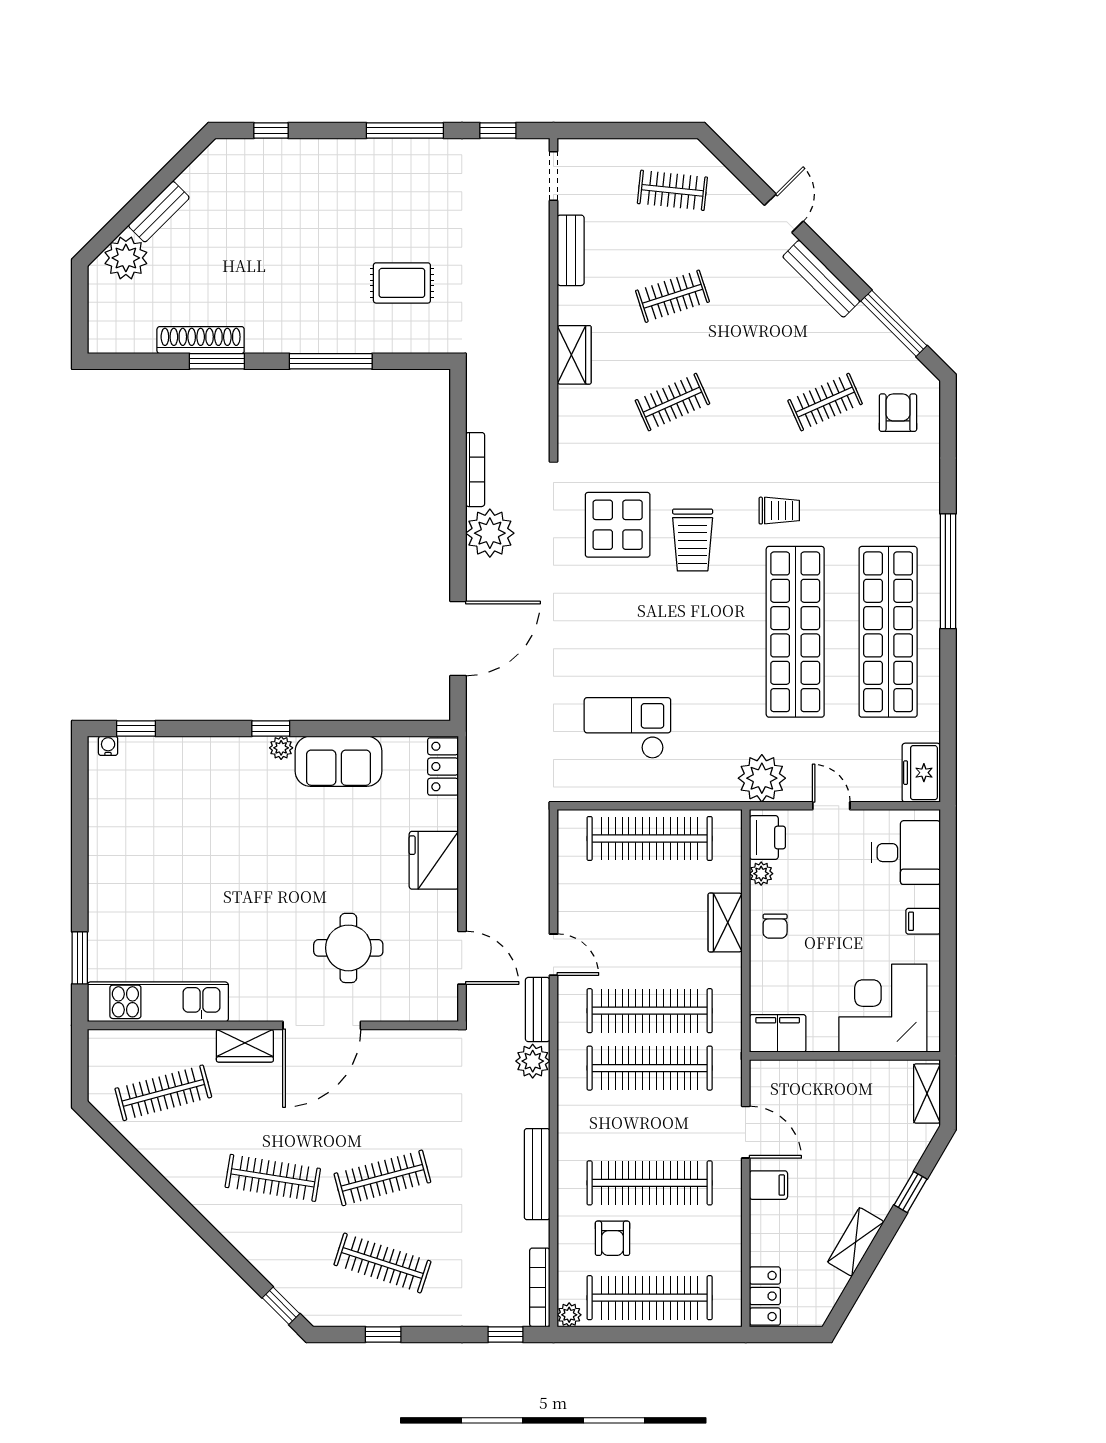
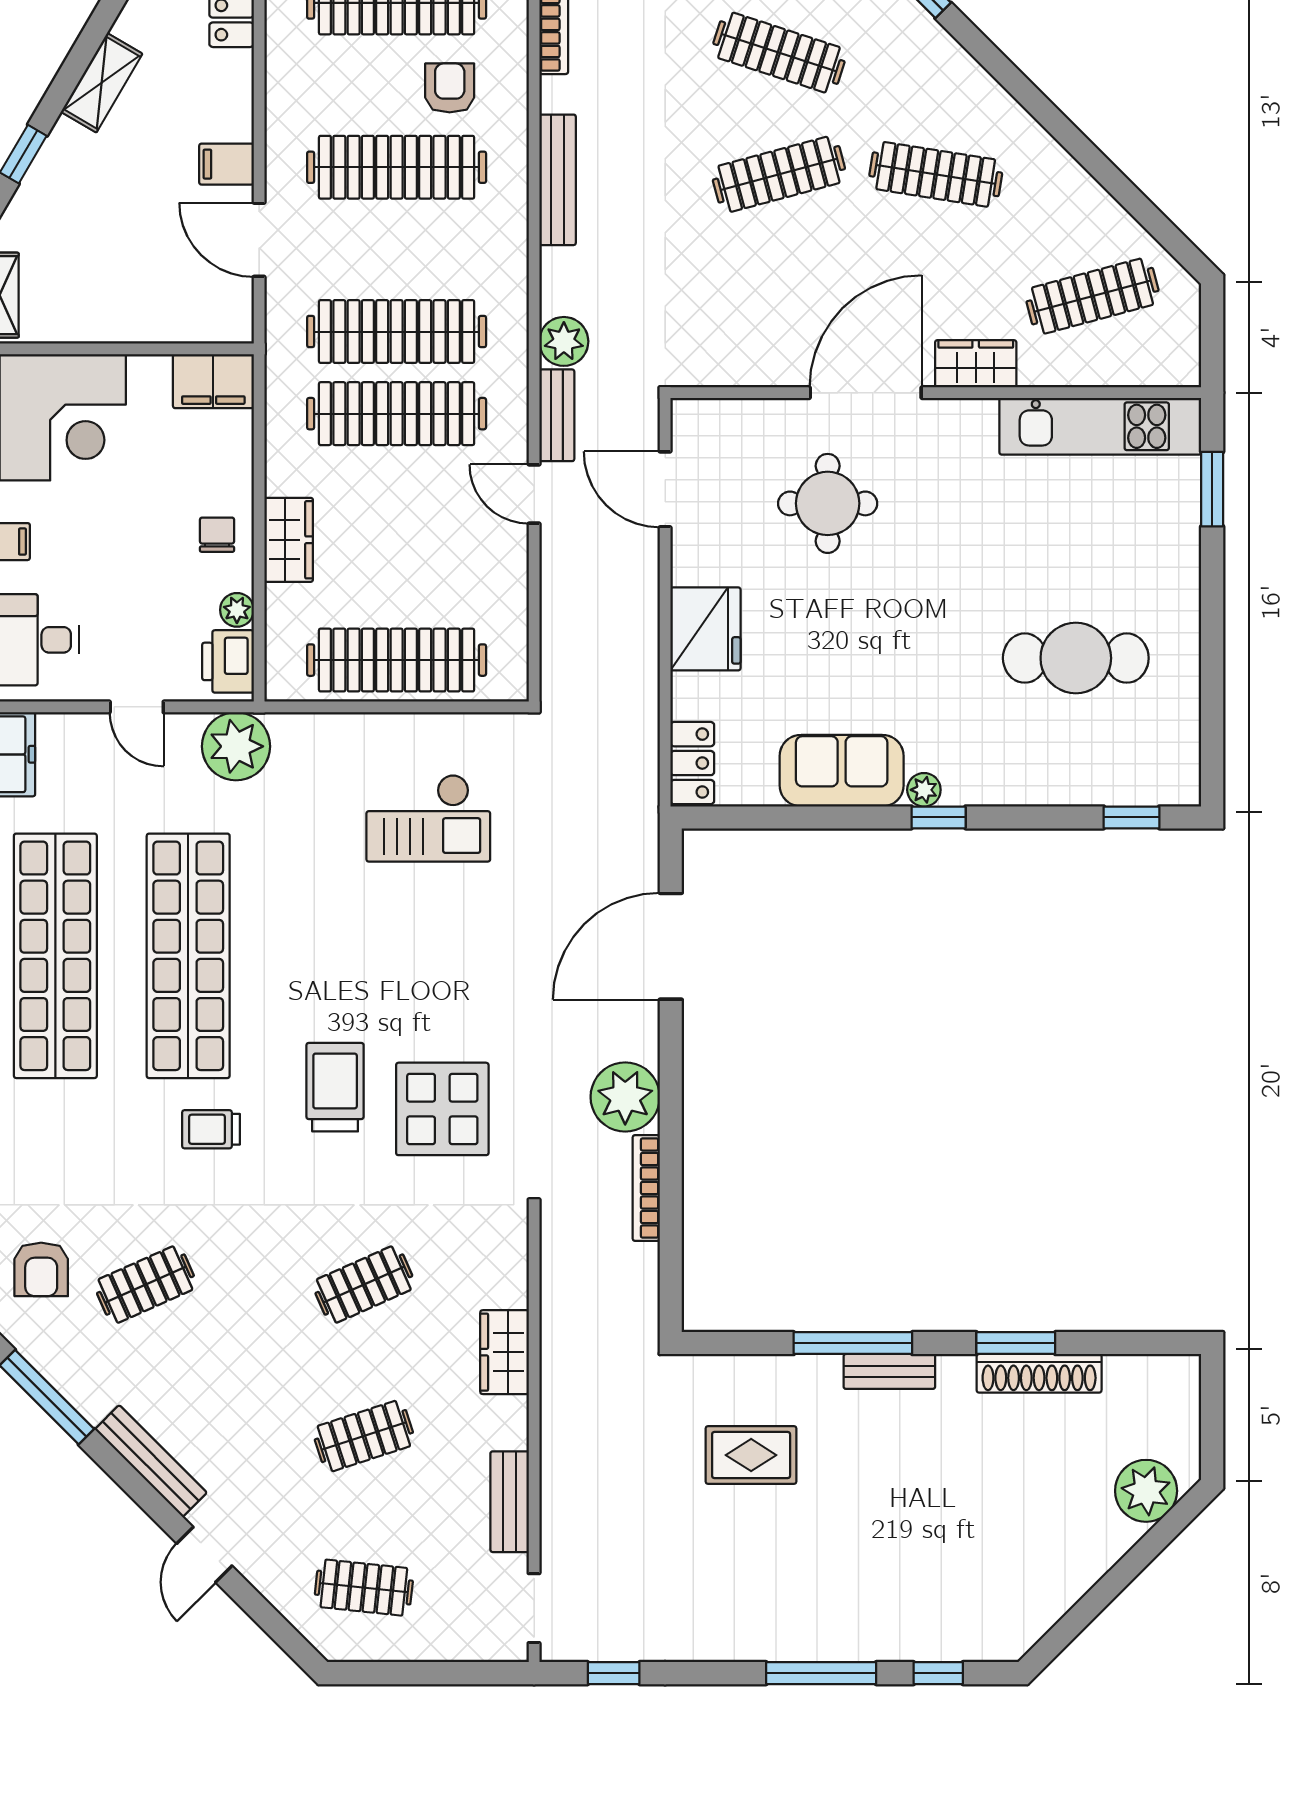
window: (405, 131) -> (821, 1673), moved
bench: (159, 212) -> (889, 1371), moved, turned 45
water cooler: (108, 746) -> (1172, 793), removed
cafe table: (175, 840) -> (1076, 658), added

